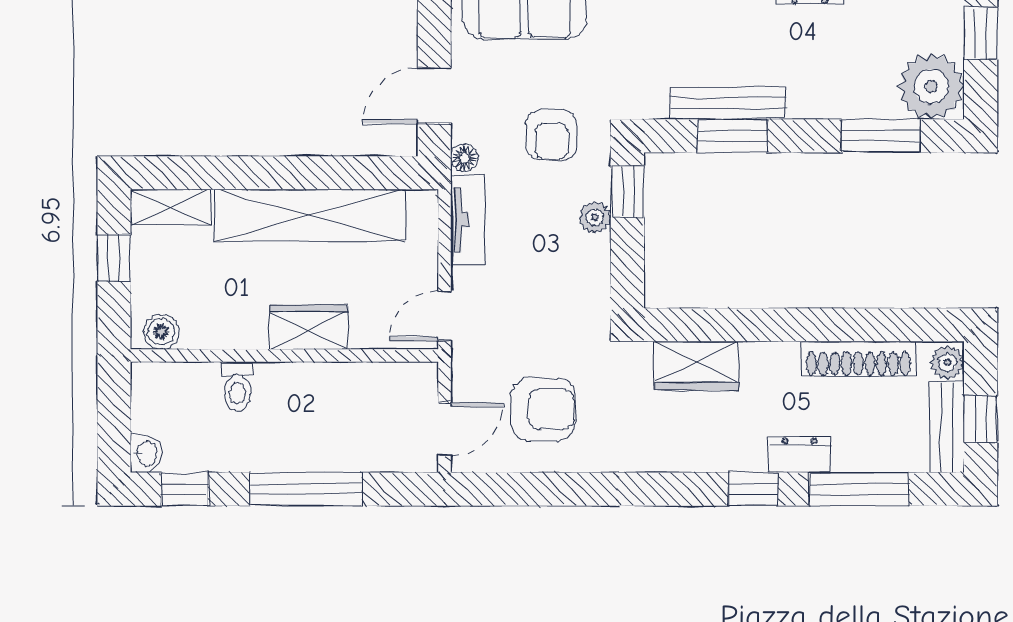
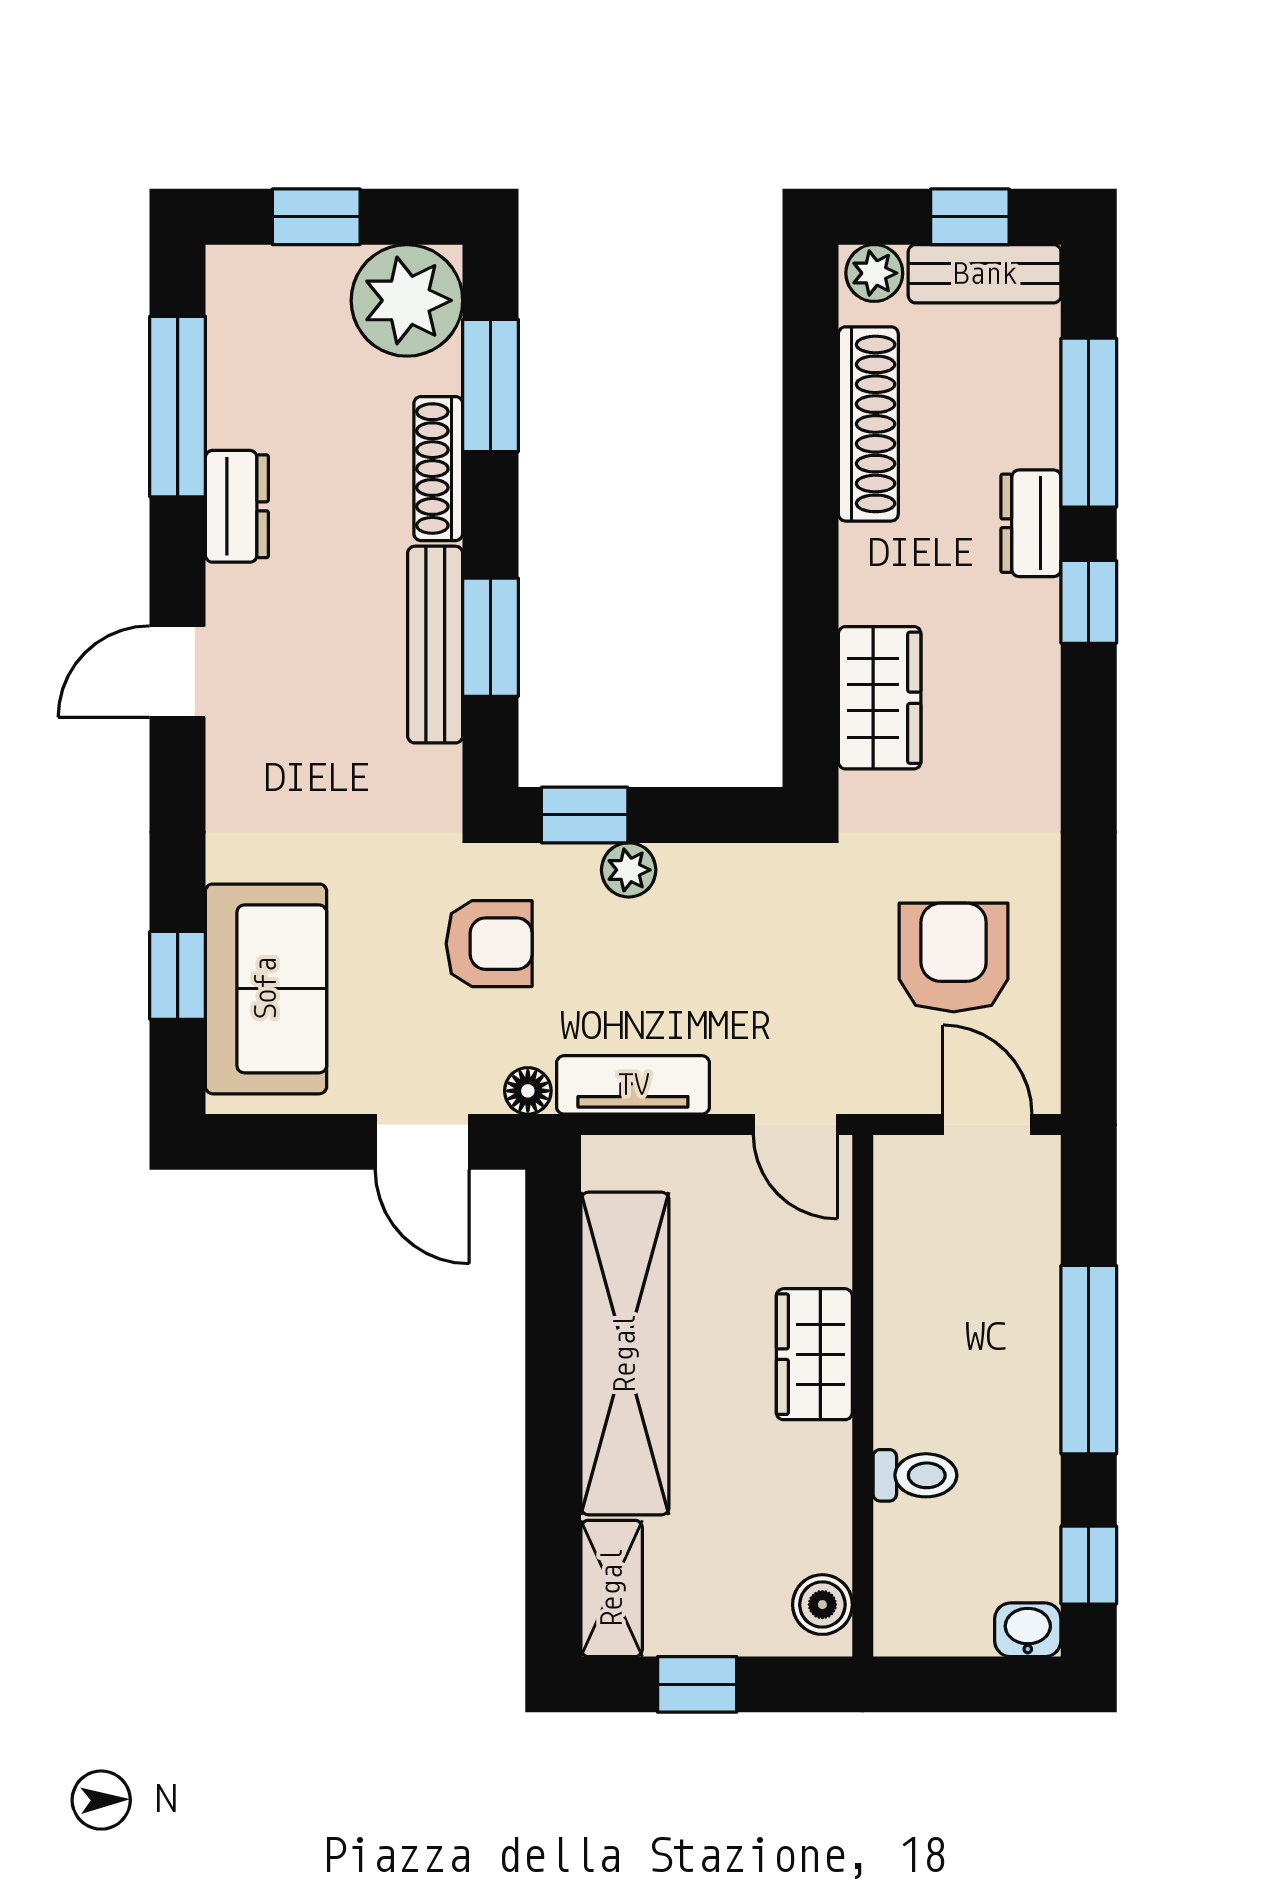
shoe rack: (832, 105) -> (438, 469), added

